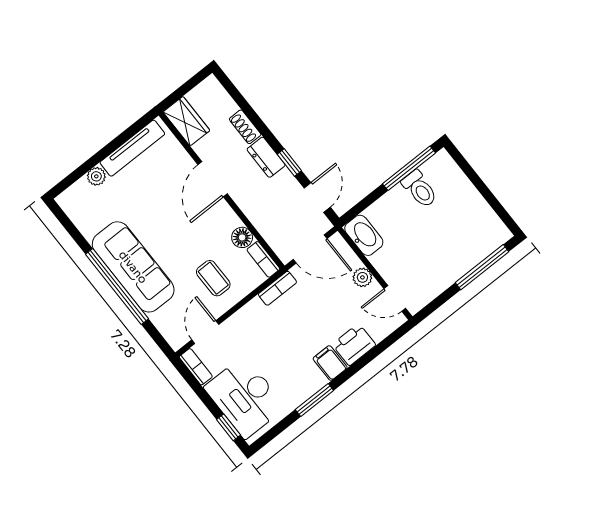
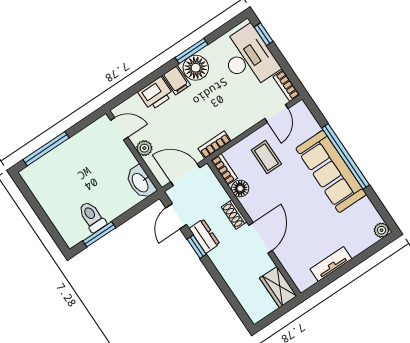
shoe rack: (245, 127) -> (234, 214), moved, turned 180
tv unit: (132, 148) -> (331, 264), width x0.71
dresser: (266, 157) -> (204, 236), moved
window: (409, 168) -> (99, 234), width x0.69
plant: (96, 176) -> (382, 230), moved
floor lamp: (308, 380) -> (196, 68), added

